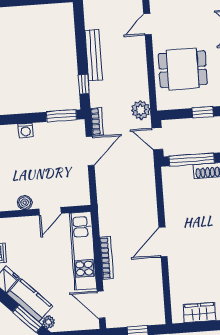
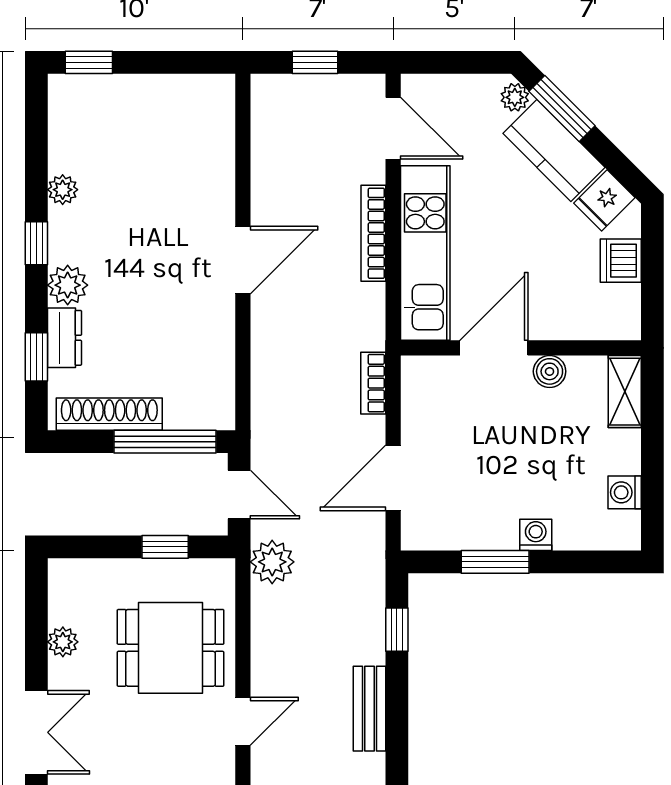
door: (147, 24) -> (243, 721), moved
bench: (94, 55) -> (369, 709), width x0.73
window: (203, 112) -> (165, 547), moved
window: (61, 116) -> (495, 562), moved
bookcase: (97, 121) -> (373, 383), moved
door: (50, 211) -> (494, 348), width x1.38
wardrobe: (200, 313) -> (172, 94), removed

